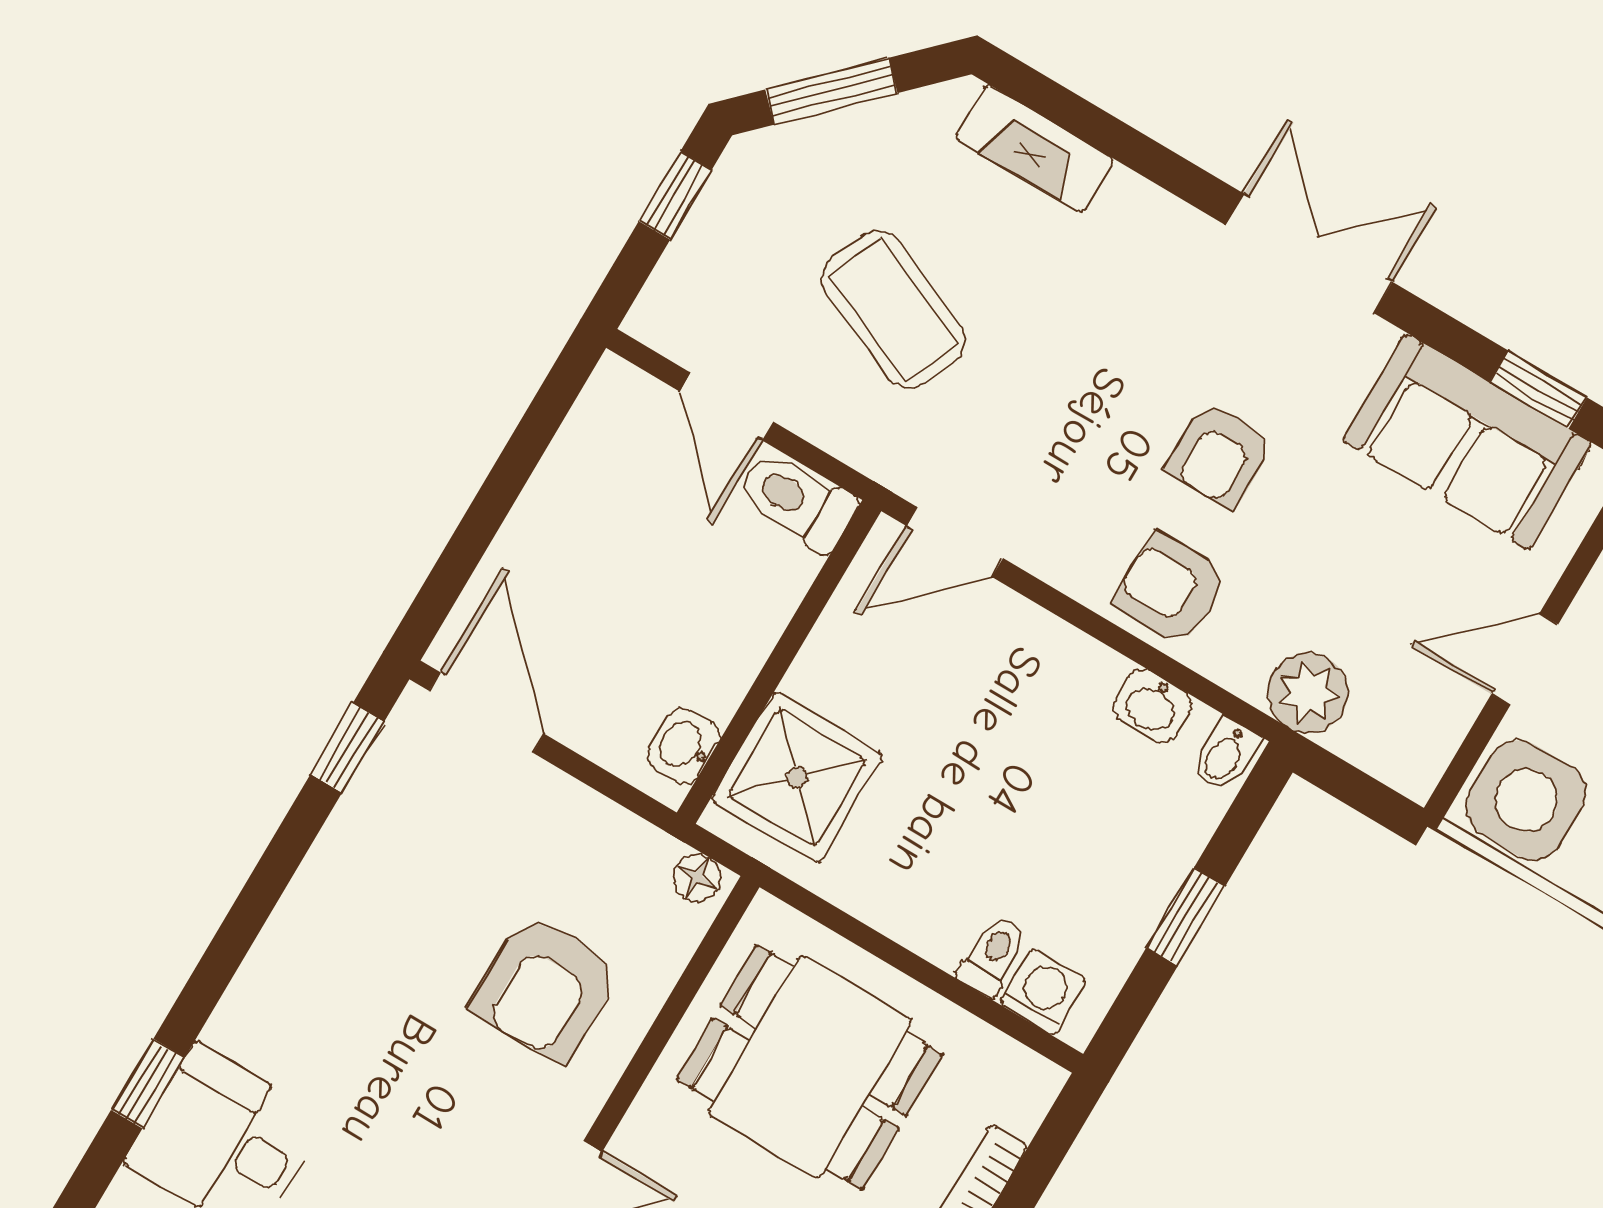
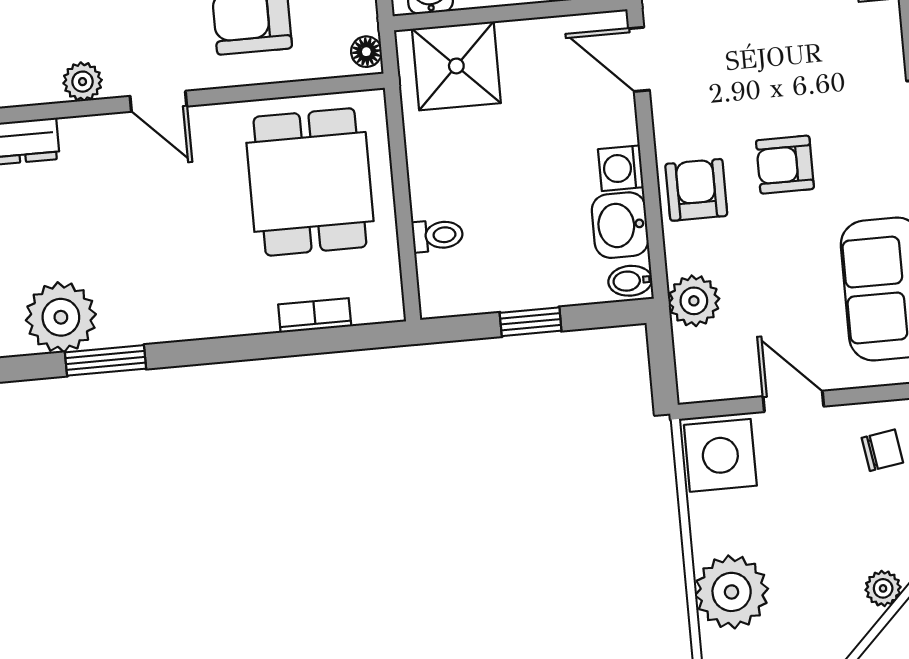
washbasin: (1152, 706) -> (620, 225), width x1.38, depth x1.45
washing machine: (1043, 992) -> (621, 168), moved, turned 180

